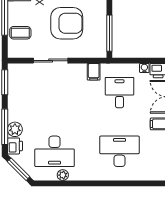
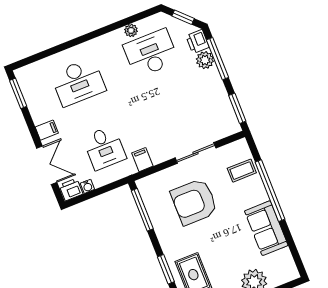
window: (19, 169) -> (183, 17), width x0.67

